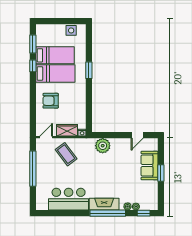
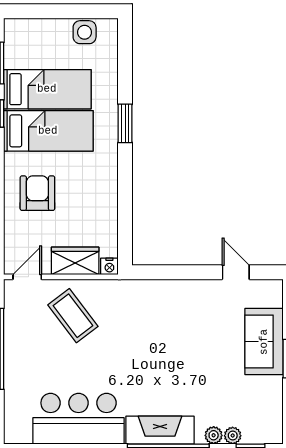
armchair: (51, 101) -> (37, 193), turned 90
door: (137, 135) -> (236, 272), swing flipped
plant: (103, 146) -> (157, 296), removed

